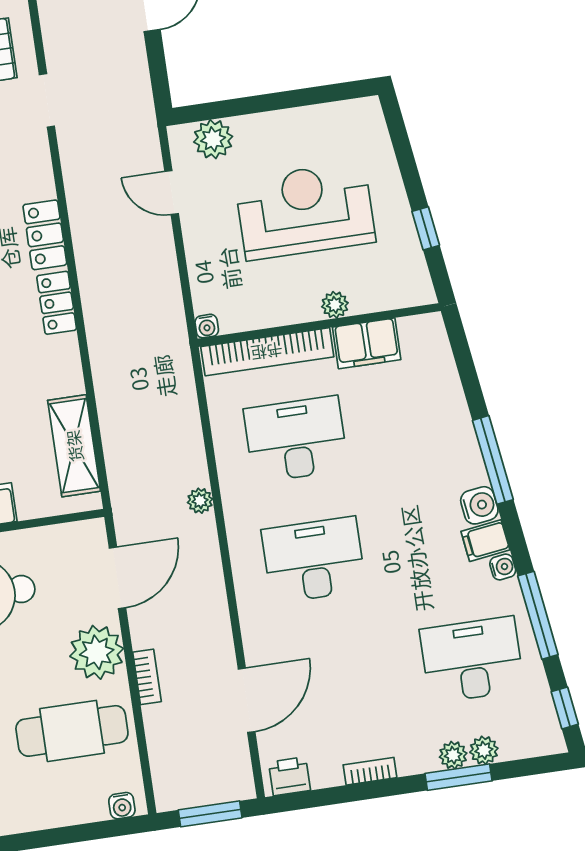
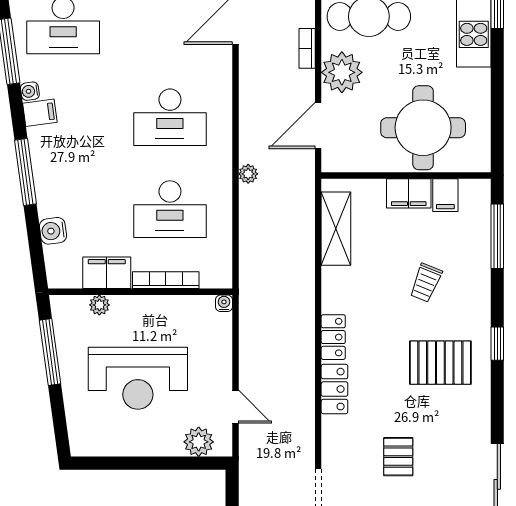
window: (426, 228) -> (50, 352), width x2.17
plant: (335, 305) -> (99, 305), moved
bookcase: (267, 352) -> (166, 280), width x0.68, depth x0.76
water cooler: (479, 505) -> (53, 231), moved

